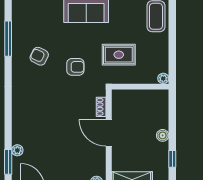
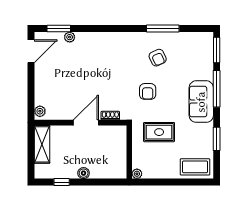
window: (8, 39) -> (163, 29), moved
rug: (119, 55) -> (159, 132), turned 90
armchair: (39, 56) -> (158, 58), turned 129

